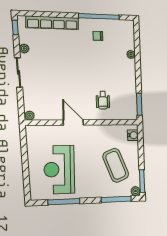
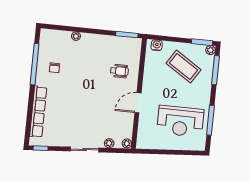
plant: (24, 49) -> (109, 143), moved
coffee table: (116, 165) -> (183, 66), turned 55

